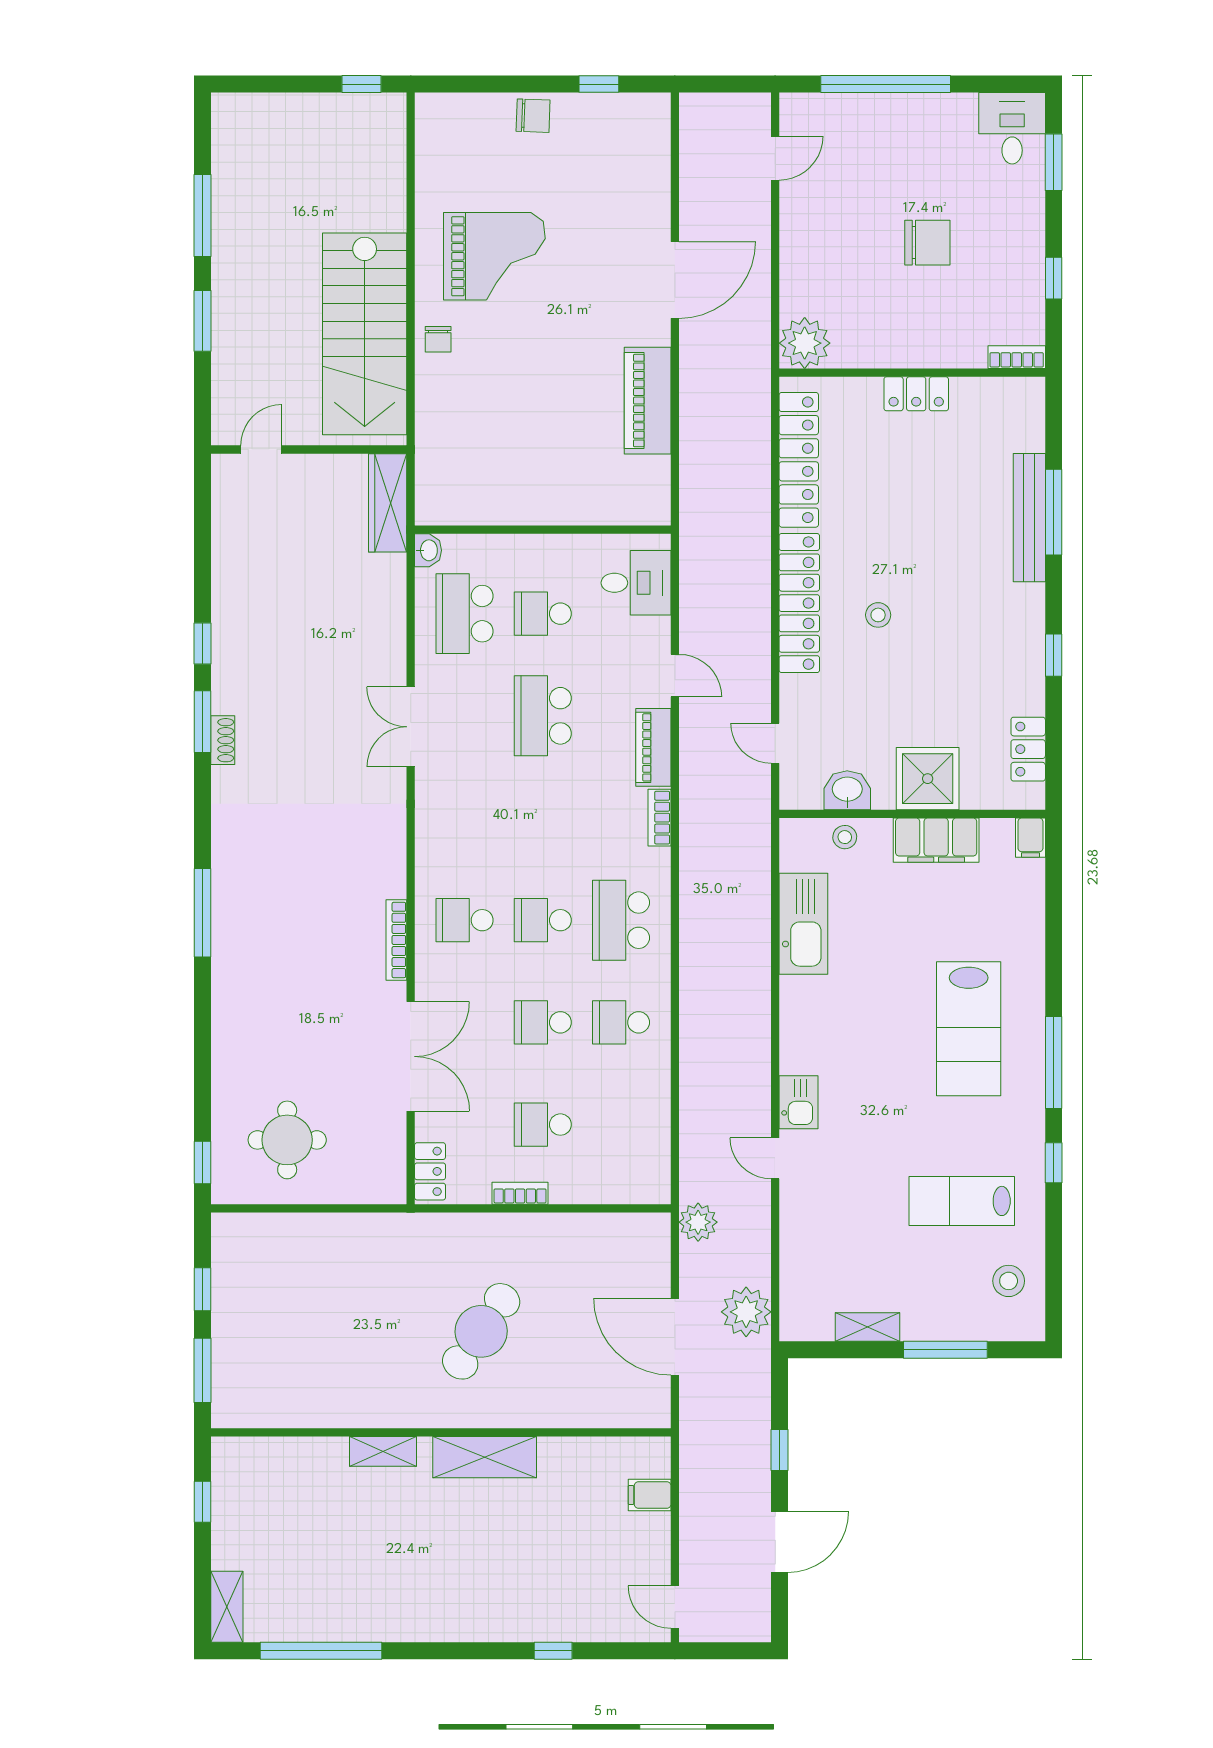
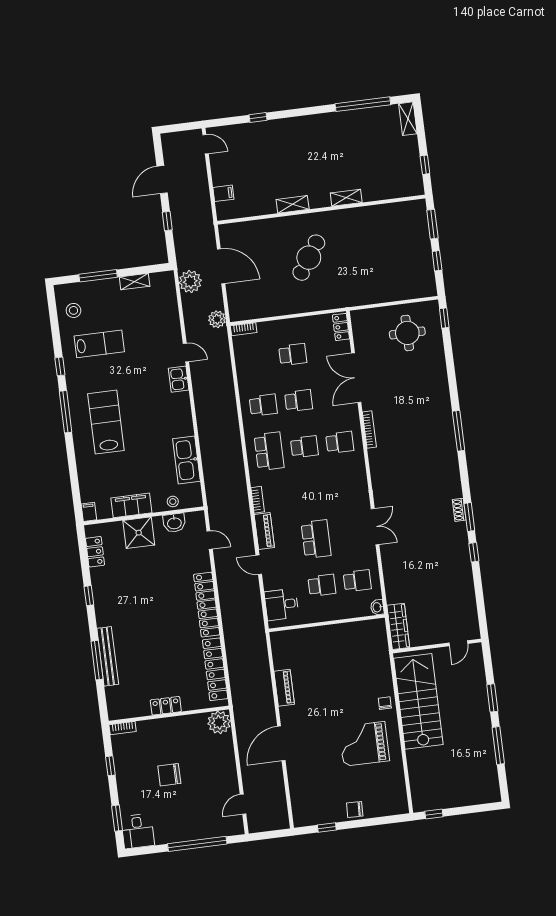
piano: (648, 401) -> (284, 688), width x0.73, depth x0.75
school desk: (465, 614) -> (357, 581), width x0.54
stool: (878, 615) -> (170, 604), removed
bookcase: (520, 1193) -> (244, 329), moved
shelving: (485, 1457) -> (293, 204), width x0.67, depth x0.75

